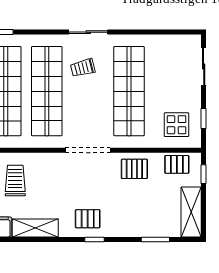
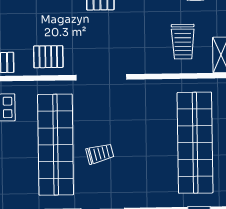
trolley: (83, 68) -> (100, 154), moved
shop shelf: (47, 91) -> (149, 143), removed

